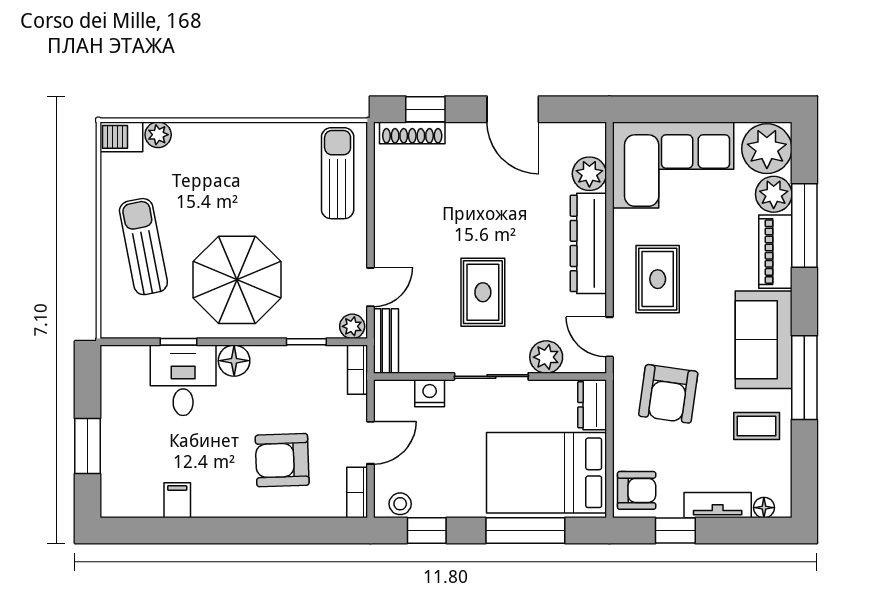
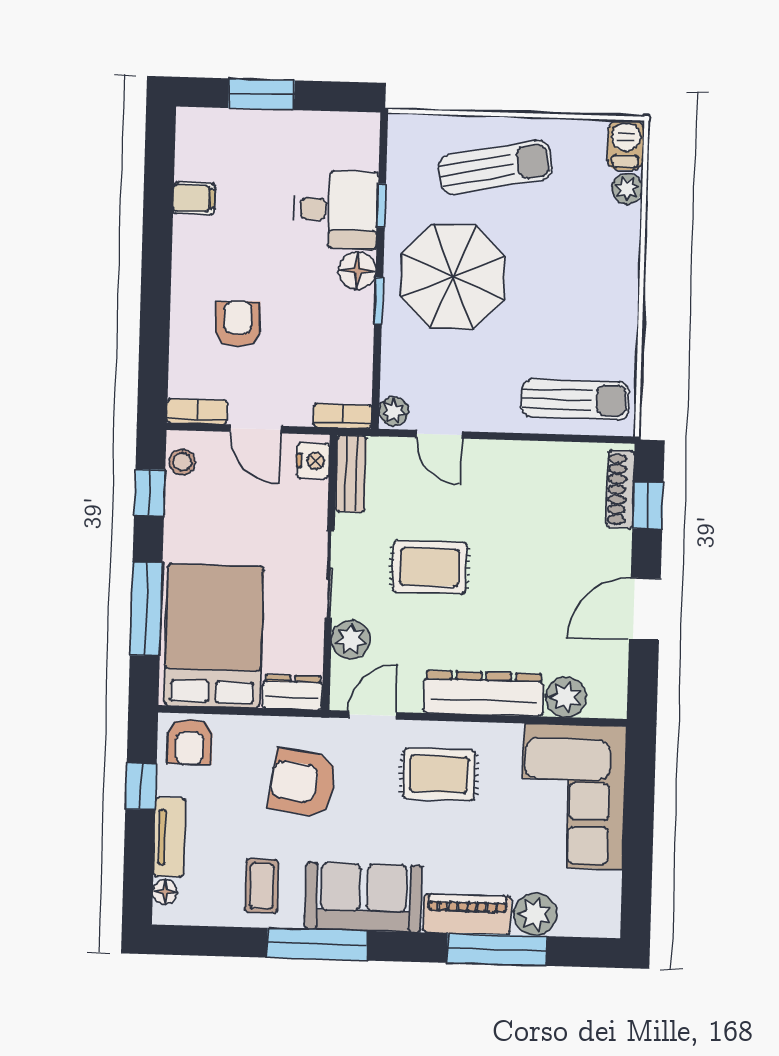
plant: (767, 149) -> (589, 908), removed
bench: (386, 341) -> (351, 474), moved, turned 90
window: (306, 342) -> (379, 301), moved
nightstand: (430, 393) -> (313, 461), moved
armchair: (282, 460) -> (238, 324), width x0.72, depth x0.72

